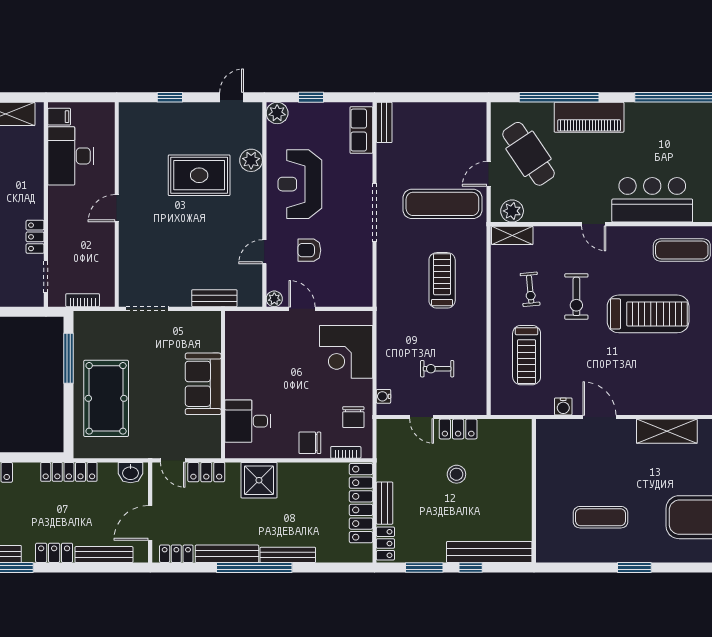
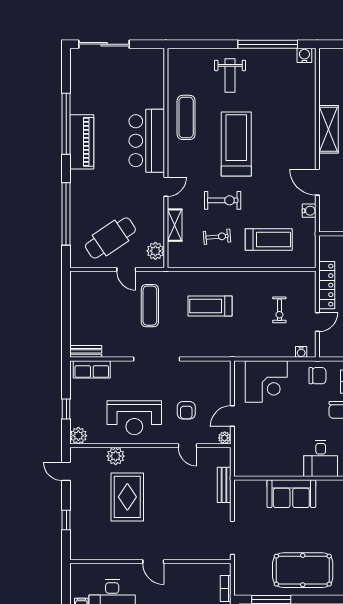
piano: (589, 117) -> (82, 142), moved
exercise mat: (442, 204) -> (150, 306), width x0.73, depth x0.69
shelving: (512, 235) -> (175, 225), moved
door: (600, 417) -> (317, 182), hinge flipped
locker: (458, 429) -> (327, 285), width x1.53

